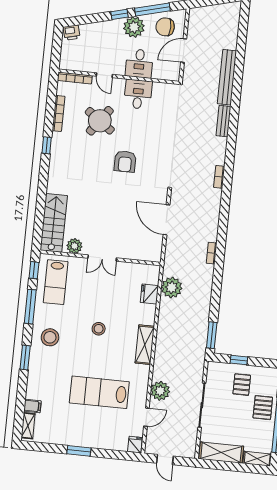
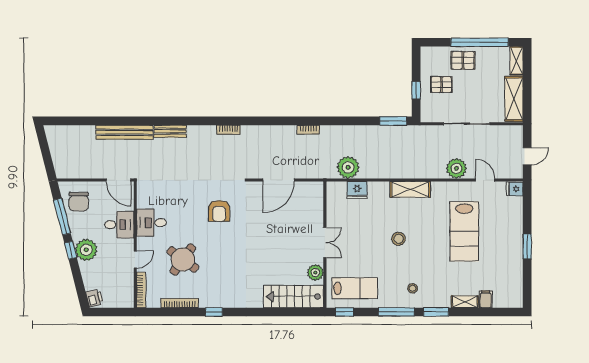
plant: (134, 27) -> (86, 250), moved
door: (184, 51) -> (119, 180), moved
armchair: (125, 161) -> (219, 211), moved, turned 90
window: (30, 307) -> (396, 312), moved
stool: (50, 337) -> (413, 288), width x0.53, depth x0.53
shelving: (28, 426) -> (465, 302), moved

